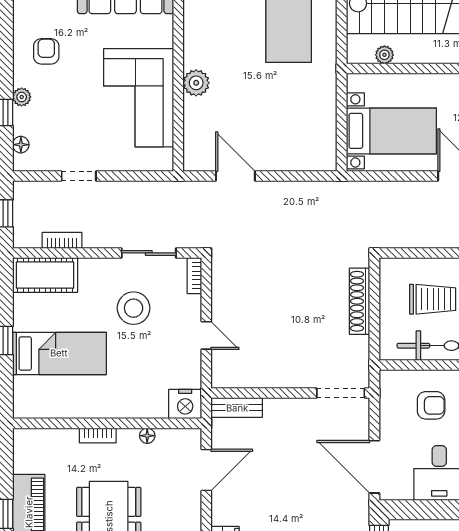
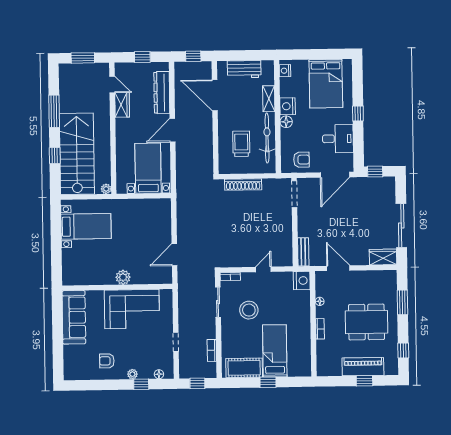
plant: (384, 55) -> (106, 189), moved
cot: (45, 275) -> (244, 368), moved, turned 90
armchair: (431, 405) -> (301, 160), moved, turned 90

